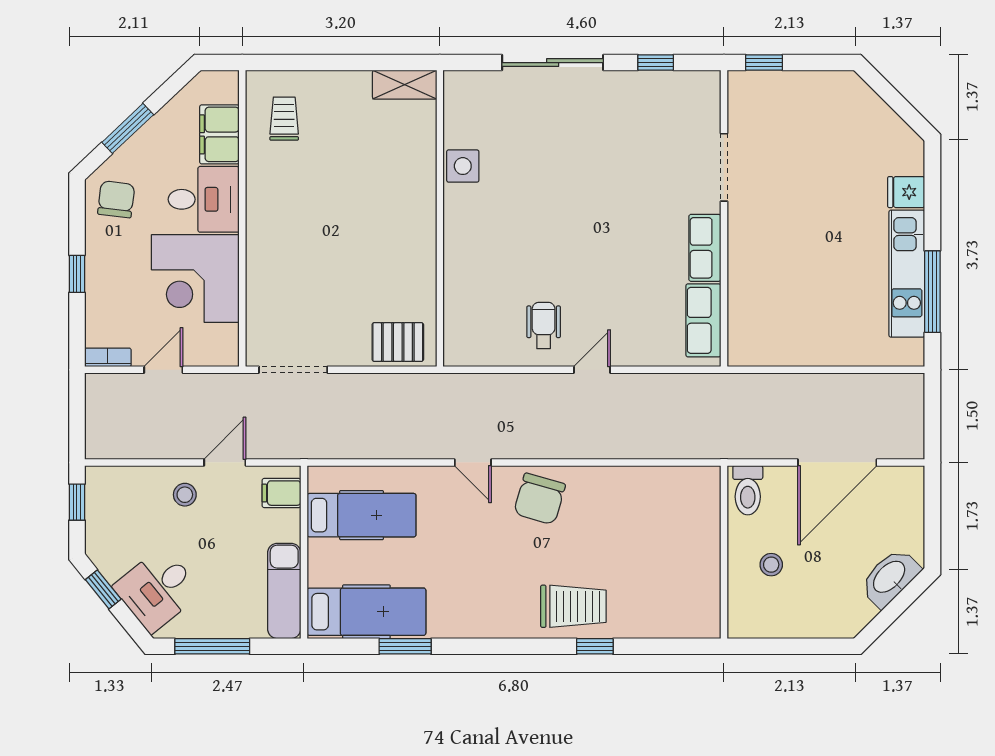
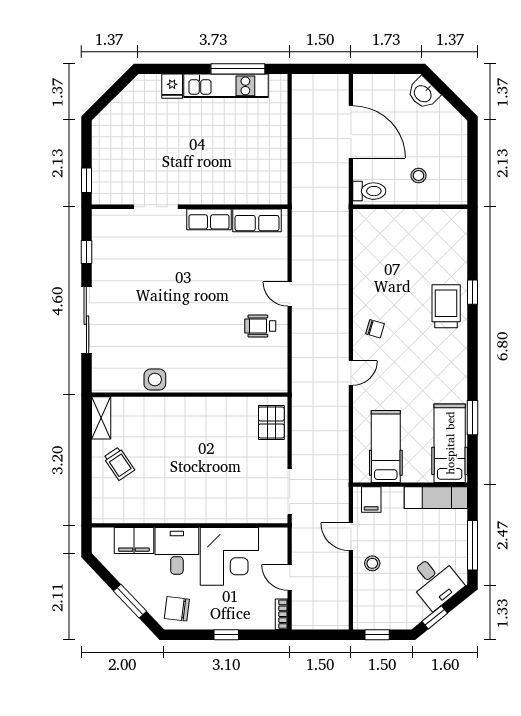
trolley: (284, 119) -> (119, 464), moved, turned -124
chair: (540, 499) -> (375, 329), width x0.54, depth x0.54
washbasin: (890, 578) -> (423, 93), width x0.72

